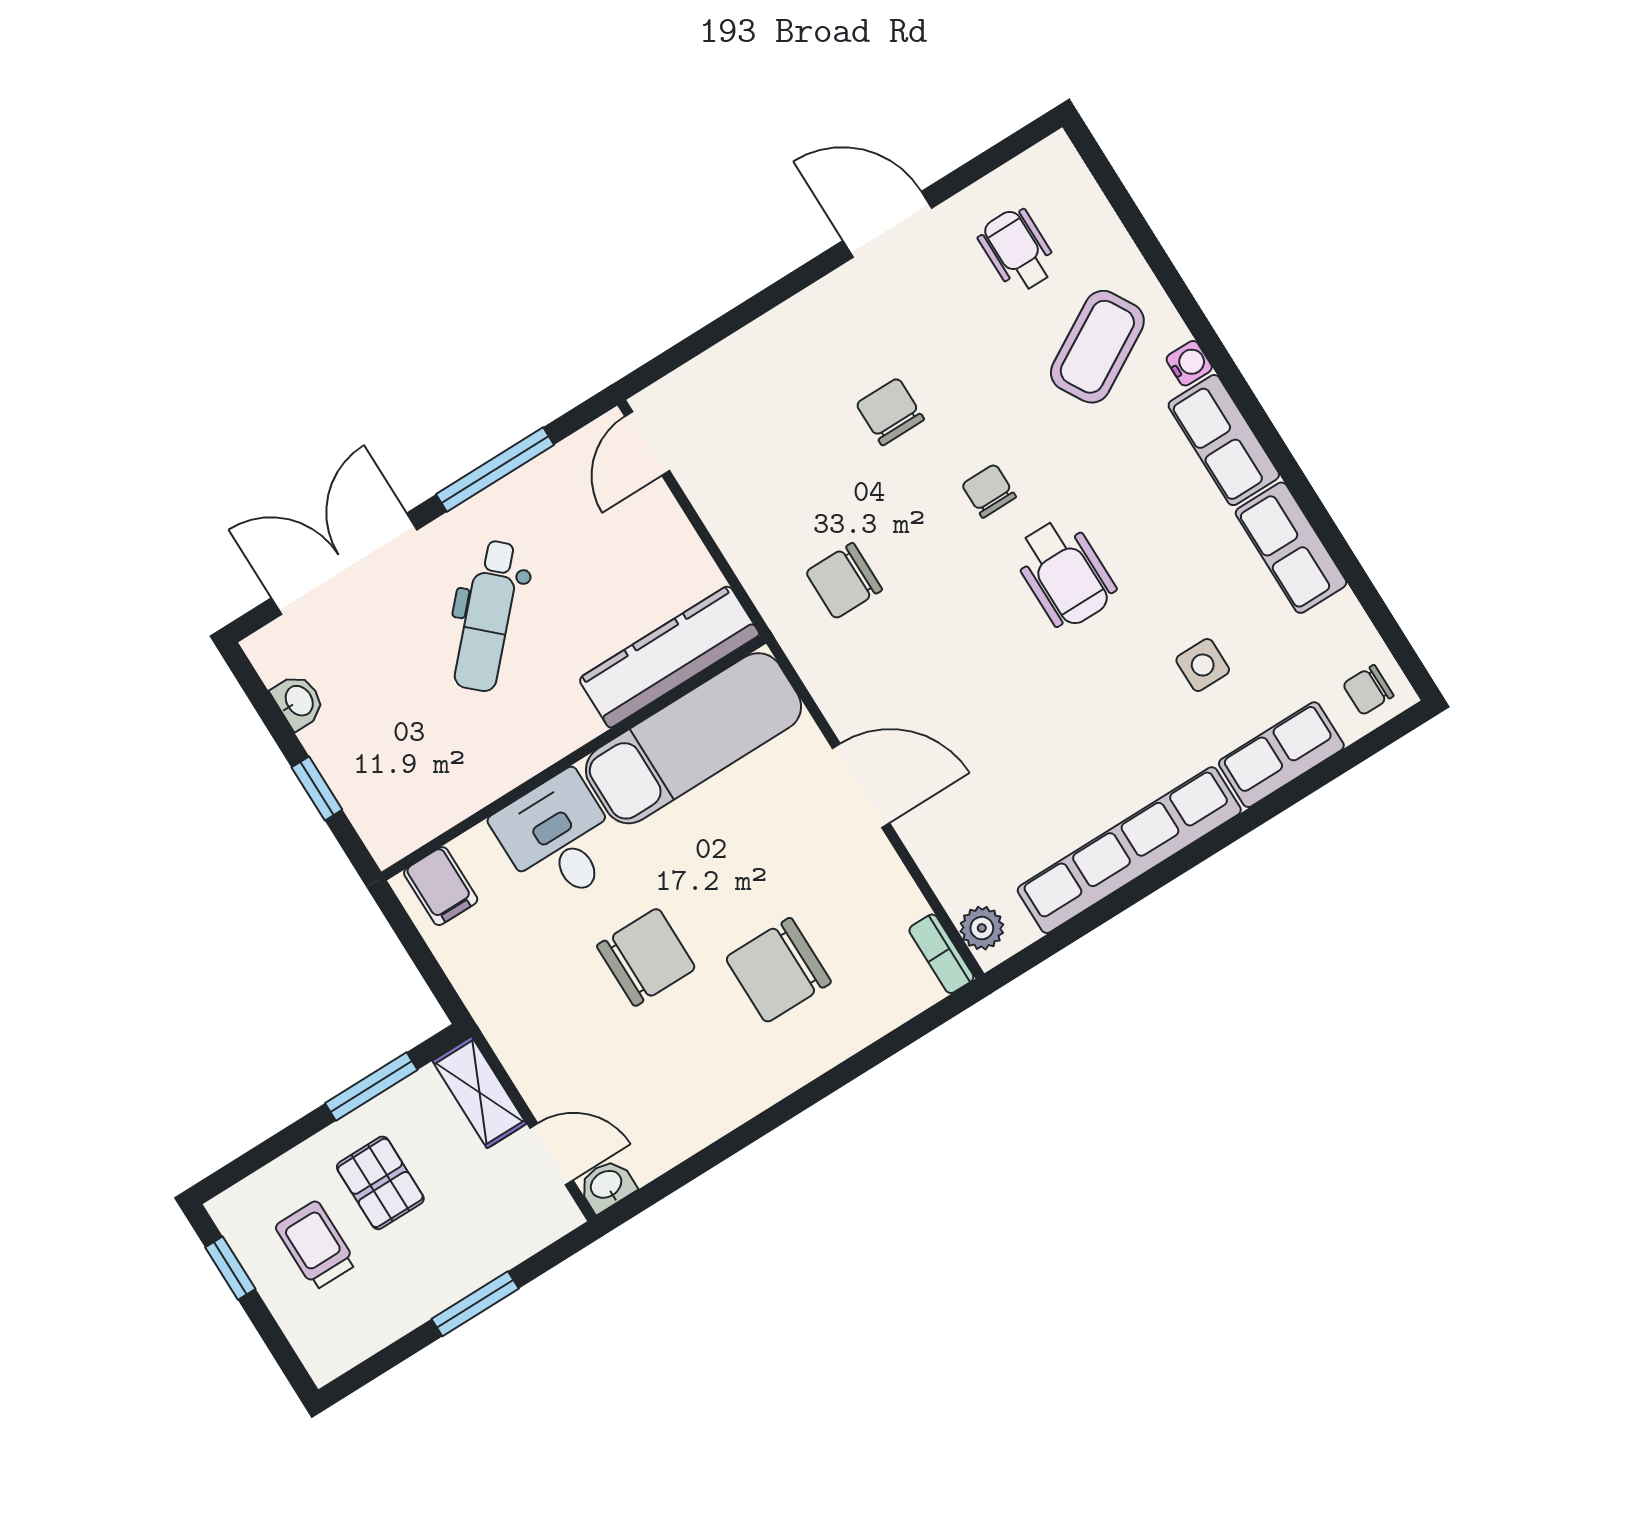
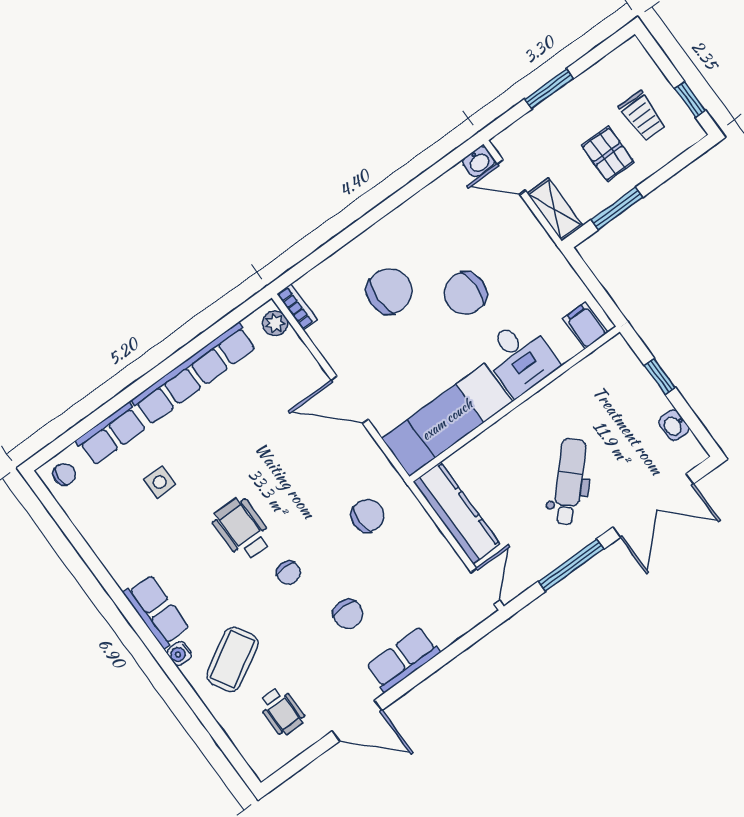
row of seats: (1291, 548) -> (403, 659), moved, turned -90
kitchen counter: (669, 657) -> (457, 513), moved, turned -90

